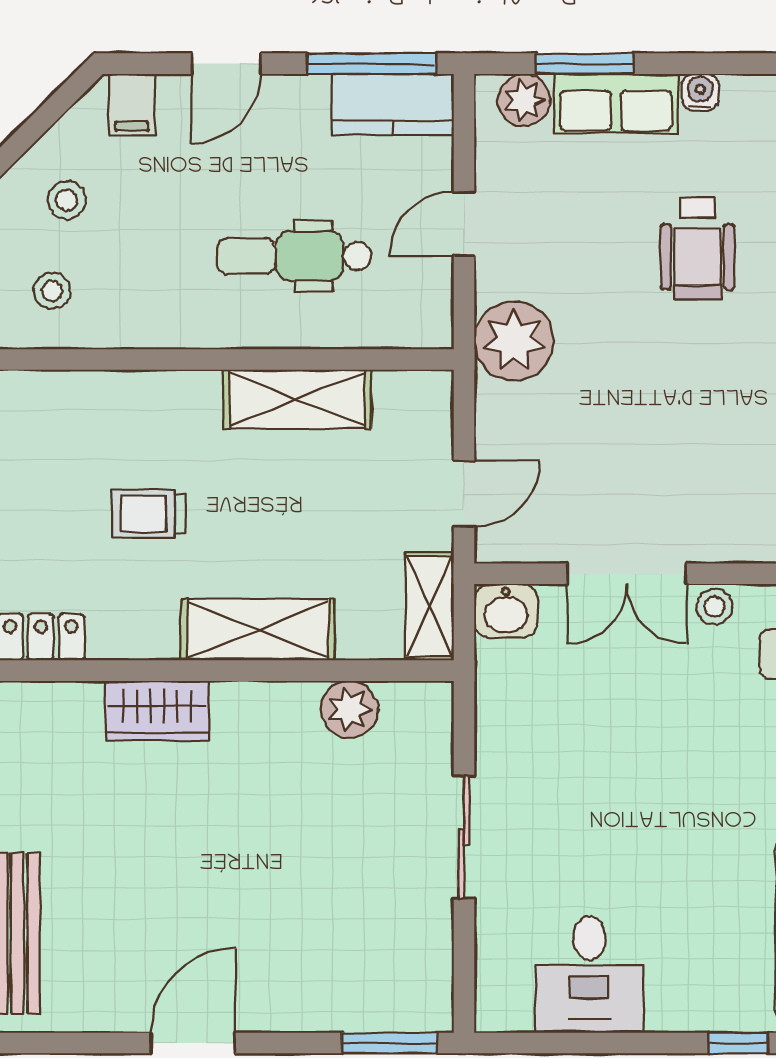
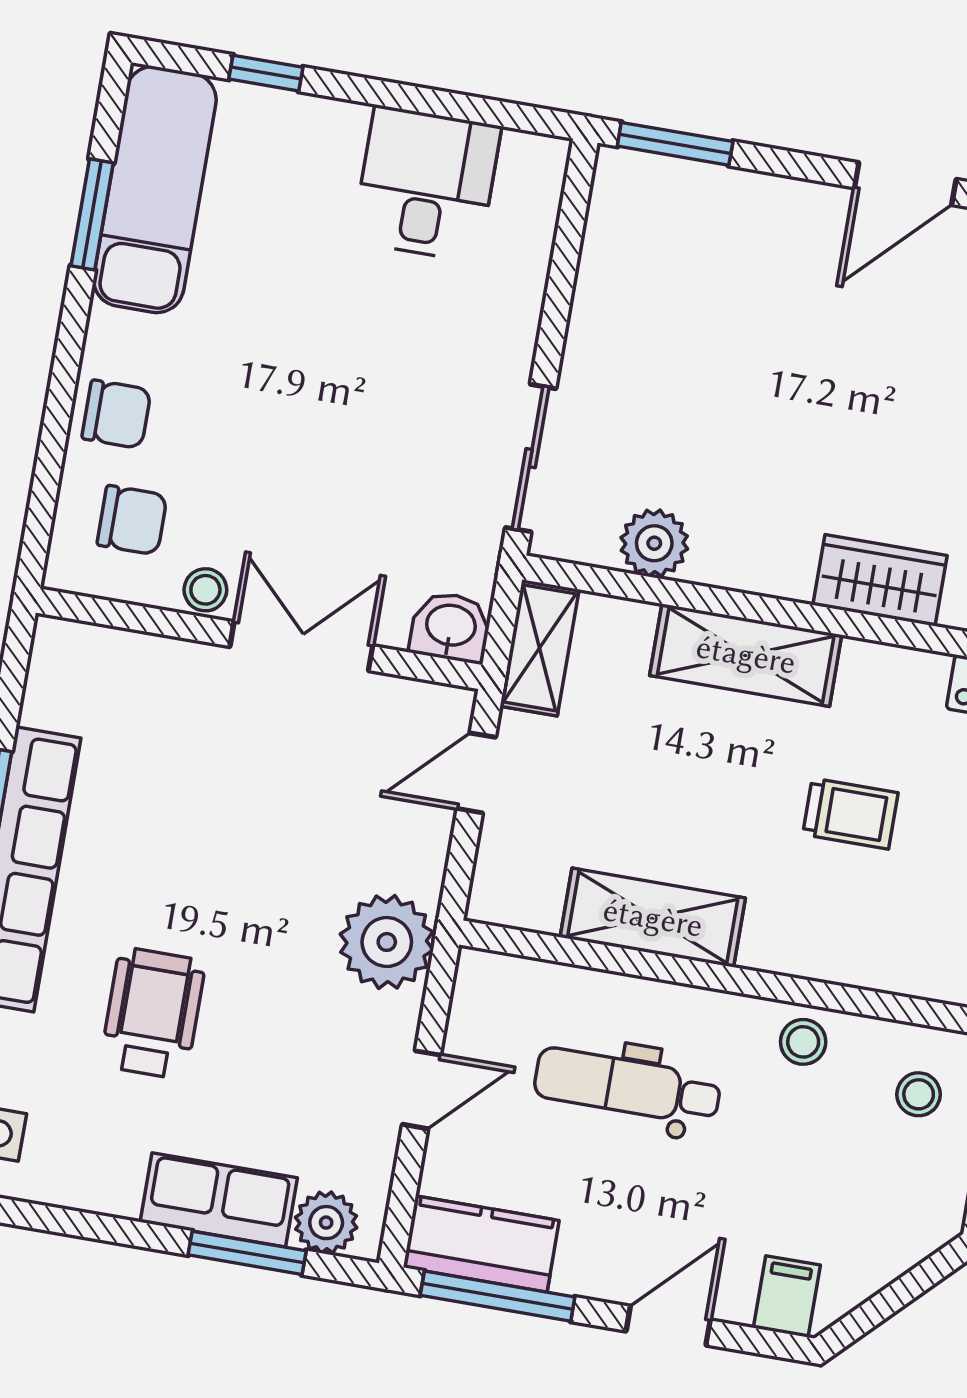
water cooler: (700, 92) -> (118, 1196), removed
stool: (67, 200) -> (803, 1042), moved
dental chair: (294, 256) -> (627, 1086), turned 180
sliding door: (464, 837) -> (531, 458), moved

